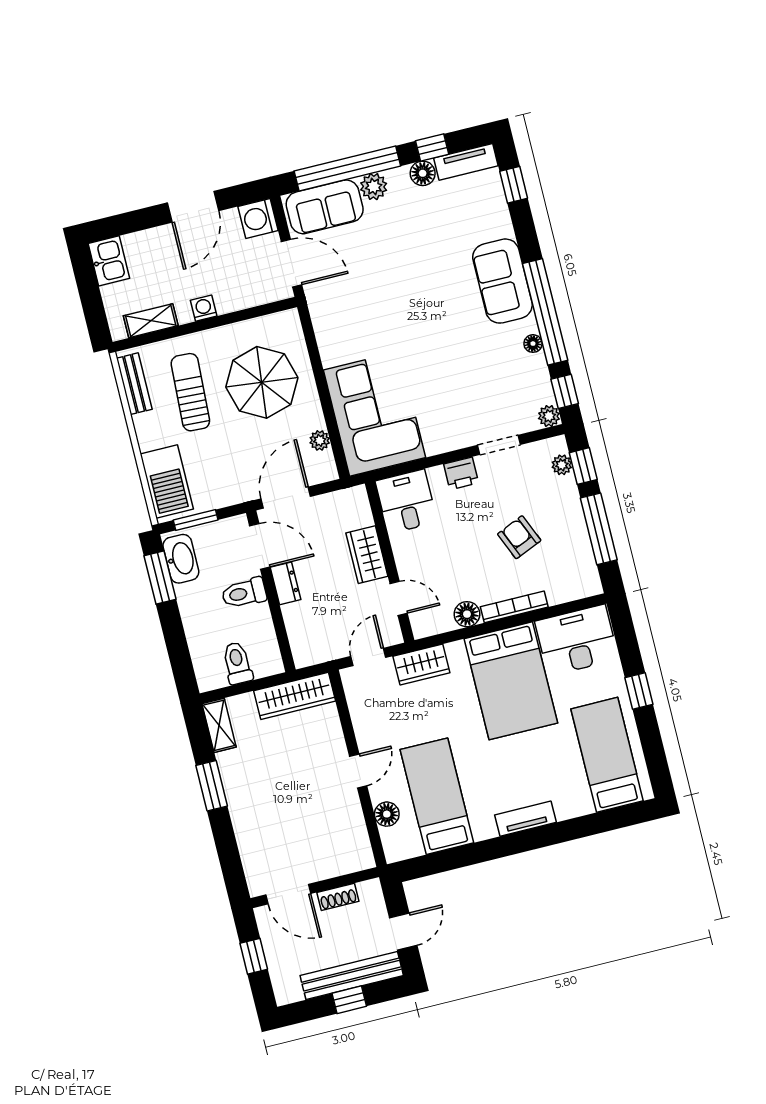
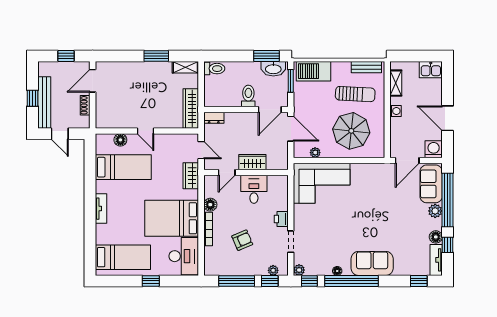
desk: (406, 502) -> (254, 189), moved, turned -90
dresser: (285, 583) -> (214, 118), moved
toilet: (237, 663) -> (214, 69), moved

